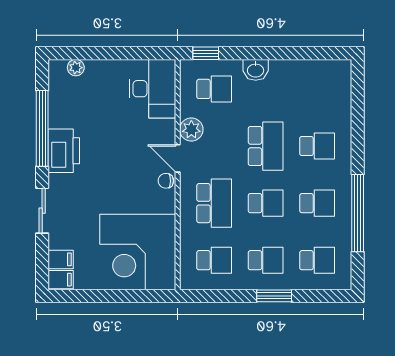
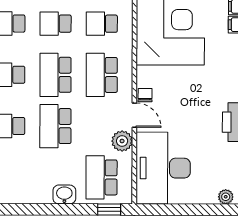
desk: (152, 89) -> (163, 168), width x1.36, depth x1.30
school desk: (214, 89) -> (102, 177), width x1.85
chair: (166, 181) -> (145, 95), turned -90
school desk: (266, 203) -> (55, 75), width x1.85

